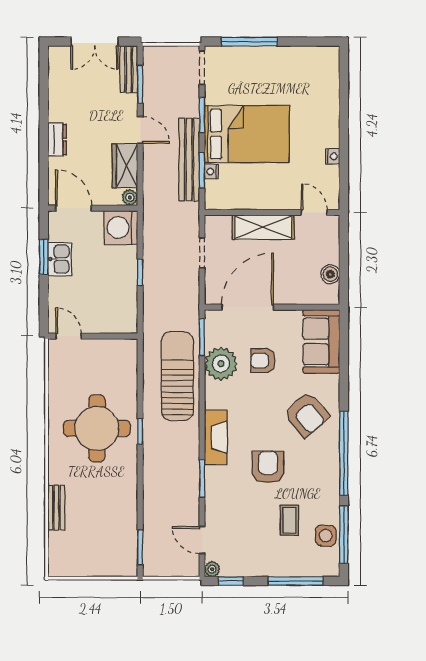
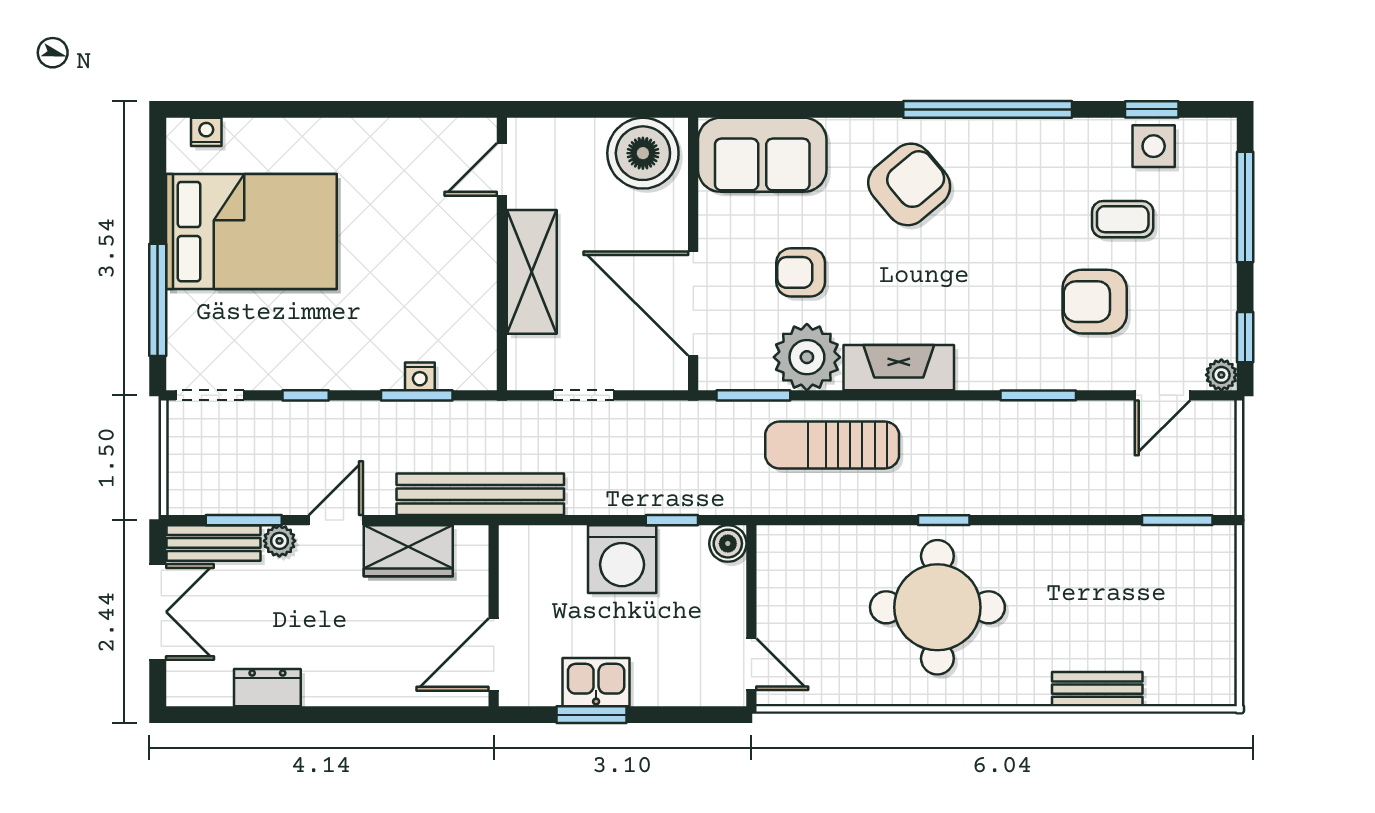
window: (202, 115) -> (306, 395), width x0.67
bed: (247, 134) -> (251, 232), moved, turned 90
dresser: (57, 140) -> (267, 688), moved
nightstand: (333, 156) -> (206, 132), moved
bench: (189, 159) -> (480, 494), moved
plant: (130, 197) -> (279, 541), moved
washing machine: (121, 228) -> (622, 559), moved
window: (140, 272) -> (672, 520), moved
boiler: (330, 274) -> (643, 153), width x1.86, depth x1.86
boiler: (129, 324) -> (728, 544), added
door: (69, 336) -> (751, 664), swing flipped
armchair: (263, 361) -> (801, 272), turned 91
sun lounger: (177, 376) -> (832, 445), width x0.73, depth x0.75
fireplace: (216, 437) -> (899, 368), moved
armchair: (268, 467) -> (1095, 302), moved
window: (344, 535) -> (1152, 109), width x0.46

